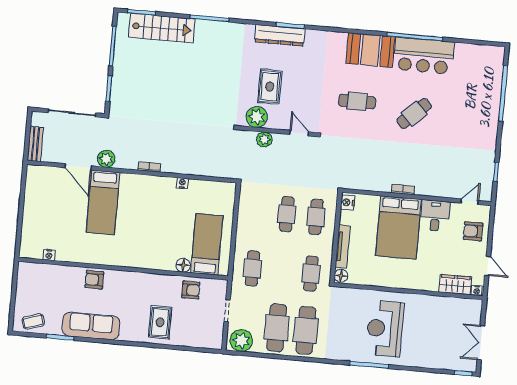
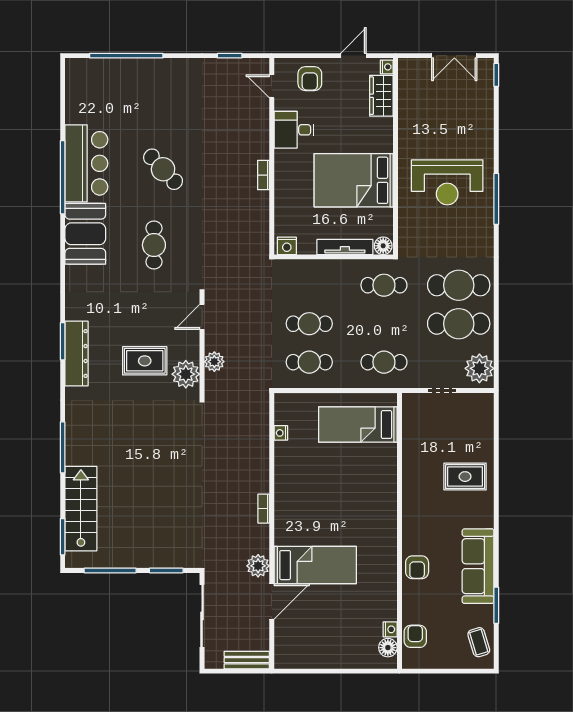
nightstand: (182, 183) -> (281, 433), moved
cafe table: (316, 217) -> (309, 362), moved
bed: (398, 227) -> (354, 180), moved, turned 180
floor lamp: (183, 265) -> (388, 648), moved
armchair: (191, 290) -> (415, 636), moved

